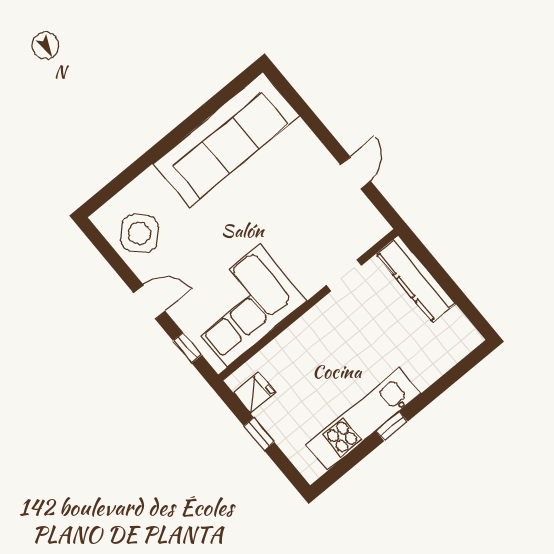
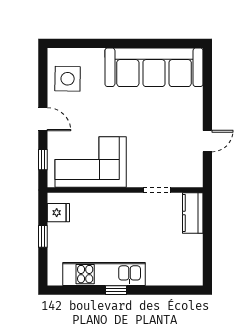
side table: (139, 233) -> (68, 79), turned 45
kitchen counter: (416, 279) -> (193, 213), width x0.67

